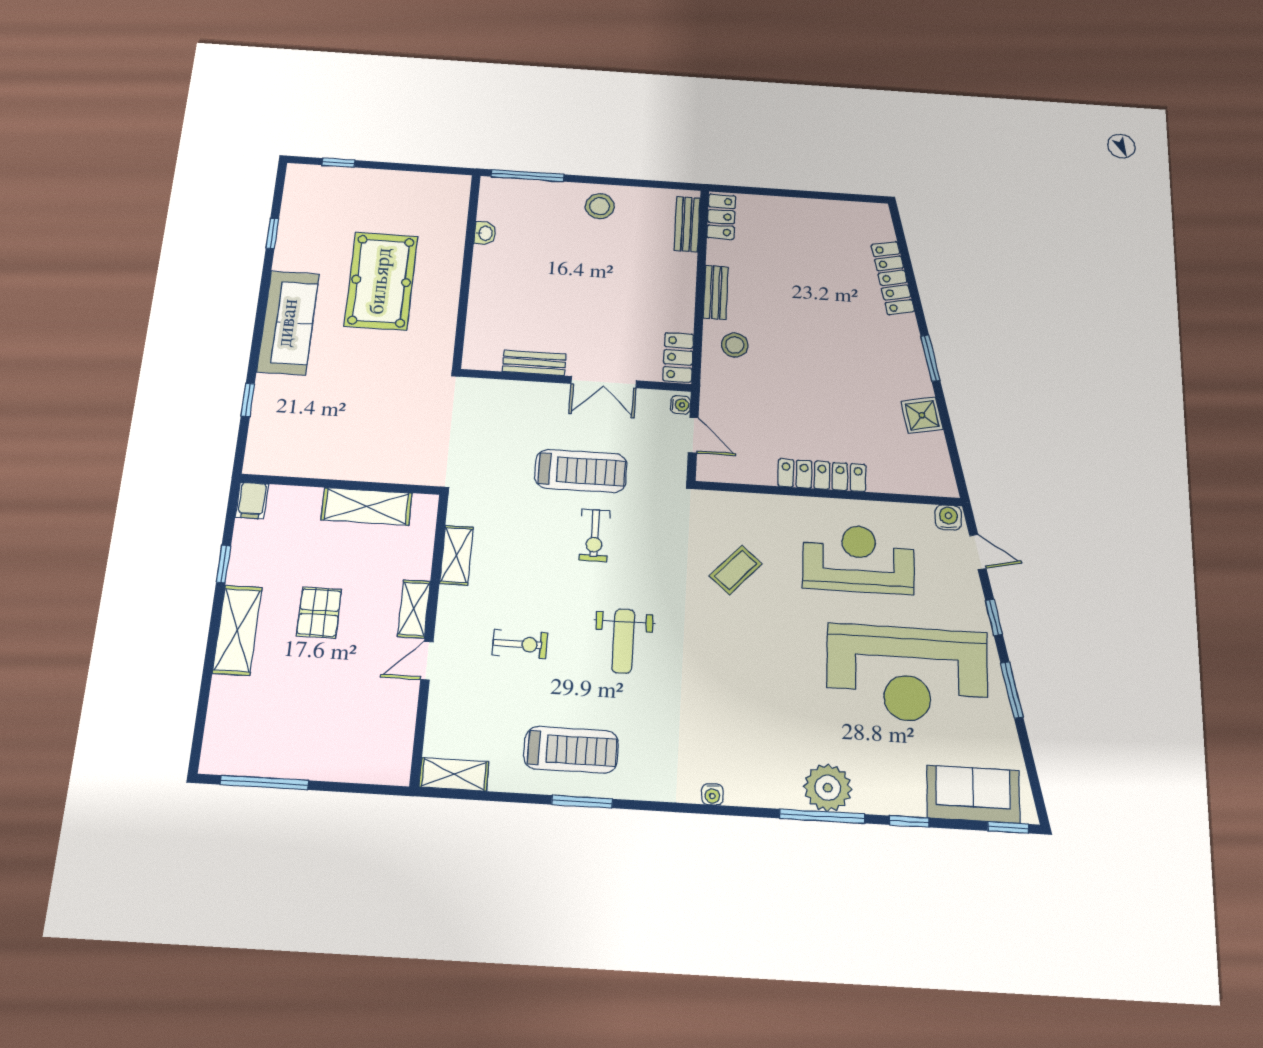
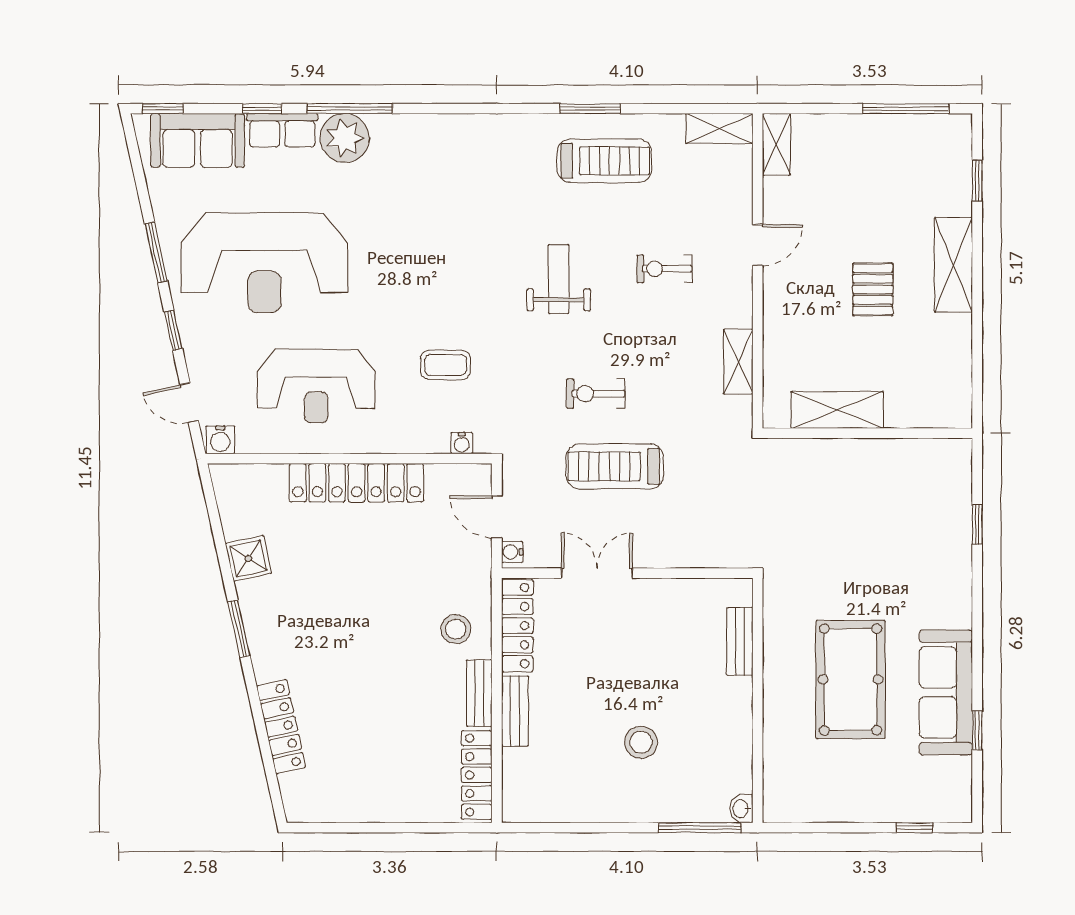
stool: (600, 206) -> (641, 742), moved
locker: (721, 217) -> (477, 775), width x1.53
bench: (687, 224) -> (515, 711), moved
washbasin: (485, 233) -> (741, 809), moved
sofa: (288, 323) -> (946, 692), moved
locker: (678, 357) -> (517, 626), width x1.53
bench: (534, 363) -> (740, 641), moved, turned 90
locker: (822, 475) -> (357, 483), width x1.41, depth x1.21
filing cabinet: (252, 501) -> (957, 408), removed
exercise bike: (595, 535) -> (596, 394), turned -90
window: (224, 564) -> (977, 181), moved
coffee table: (736, 570) -> (446, 365), turned 48
shelving: (414, 609) -> (776, 144), moved
reception desk: (907, 674) -> (264, 263), turned 180
treadmill: (571, 750) -> (604, 161), turned 180
water cooler: (712, 794) -> (462, 443), moved, turned 180
row of seats: (889, 799) -> (282, 130), added

